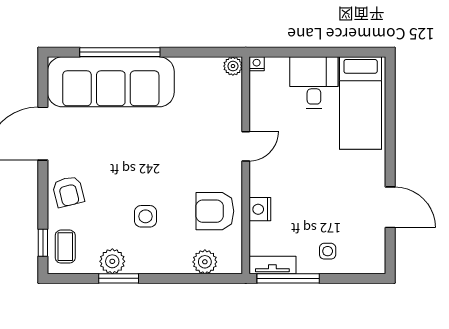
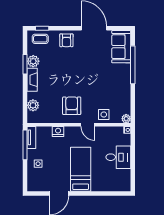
sofa: (111, 82) -> (121, 47), width x0.54, depth x0.79
bed: (361, 103) -> (81, 169), moved, turned 90
armchair: (68, 192) -> (66, 40), turned -76
armchair: (215, 211) -> (72, 106), moved
side table: (145, 216) -> (104, 115), moved
fireplace: (151, 264) -> (32, 80), added

